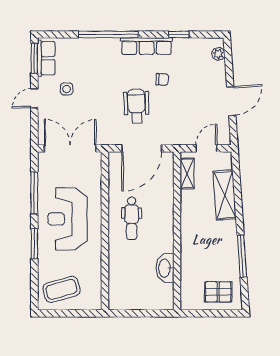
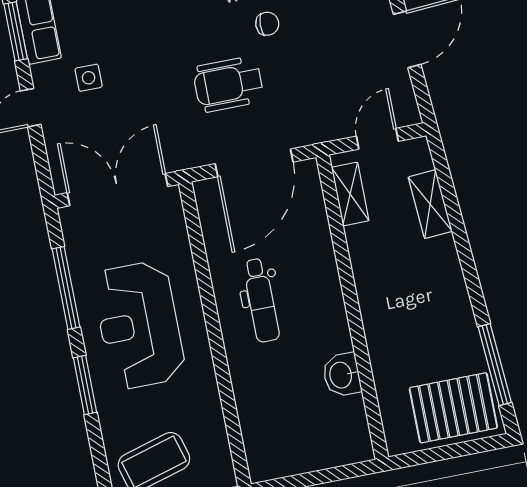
wheelchair: (136, 106) -> (228, 84), turned -88
shelving: (225, 195) -> (430, 204), width x0.67, depth x0.75
window: (242, 256) -> (495, 365), moved
washbasin: (165, 268) -> (342, 375), width x0.72
pallet: (218, 292) -> (453, 408), width x1.50, depth x1.42

